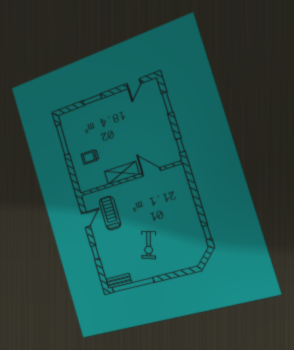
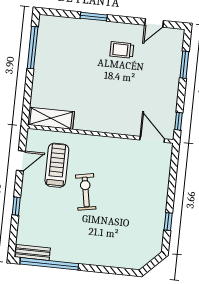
trolley: (90, 157) -> (122, 50), moved
door: (151, 172) -> (152, 139), moved
shelving: (122, 173) -> (51, 118), moved
window: (207, 233) -> (168, 222), moved
exercise bike: (149, 245) -> (86, 192), moved, turned 153

